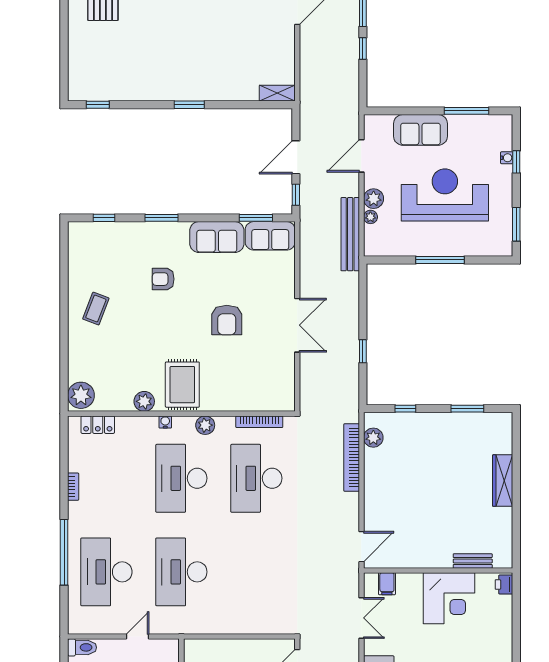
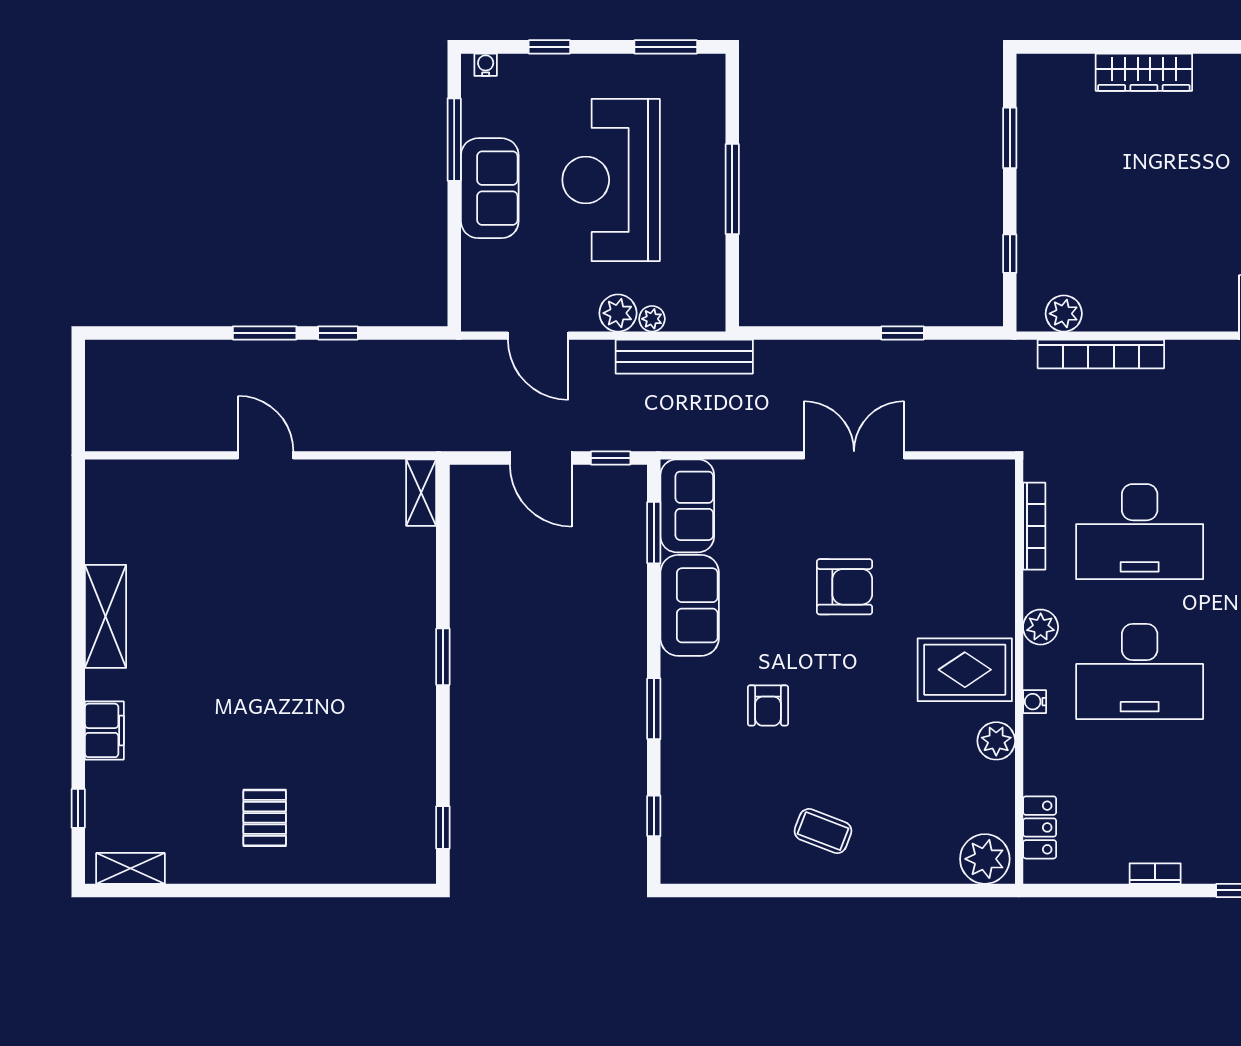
sofa: (420, 130) -> (490, 188), moved
water cooler: (507, 158) -> (486, 65), moved

